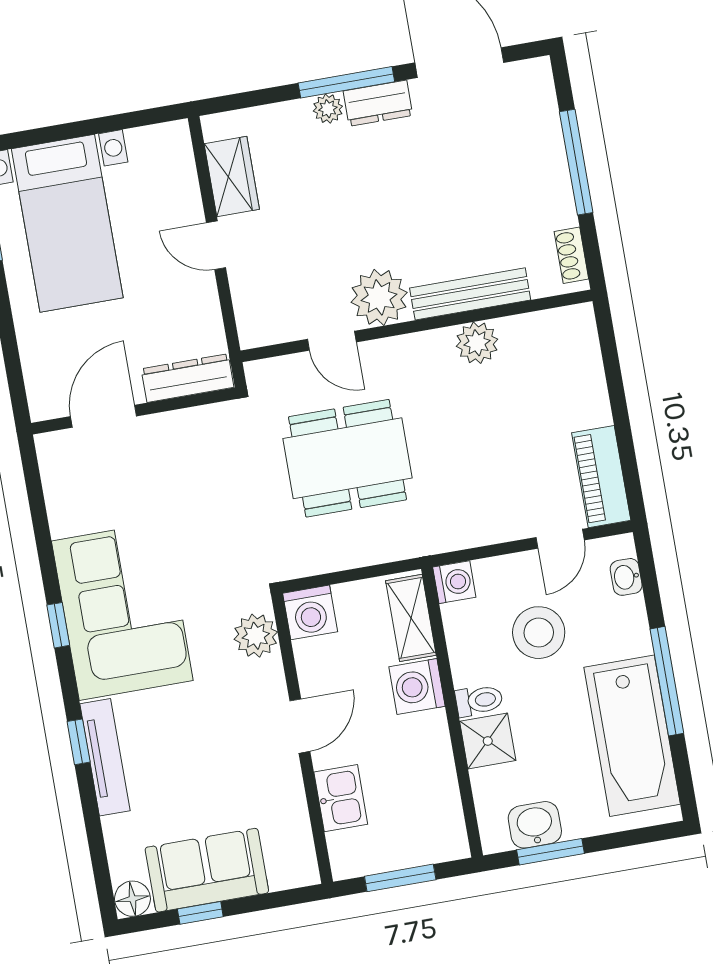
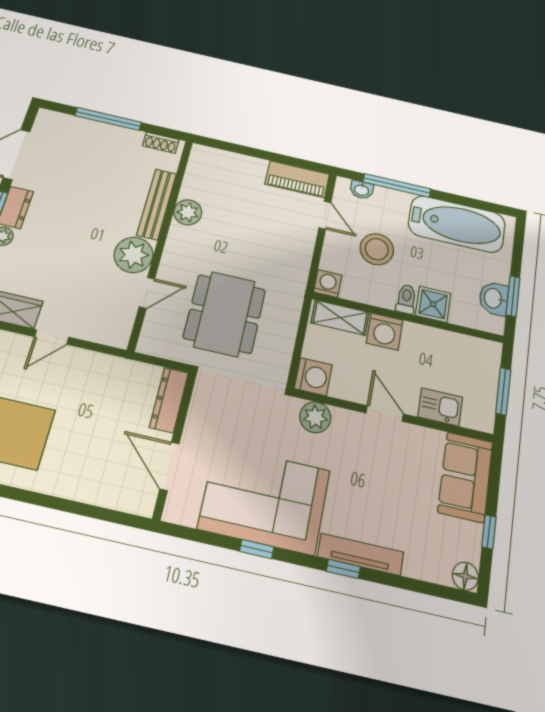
dresser: (188, 378) -> (169, 400), moved
wall: (134, 411) -> (175, 444), moved
door: (104, 416) -> (169, 466), moved
window: (667, 681) -> (397, 185), moved
sofa: (207, 870) -> (465, 477), moved

